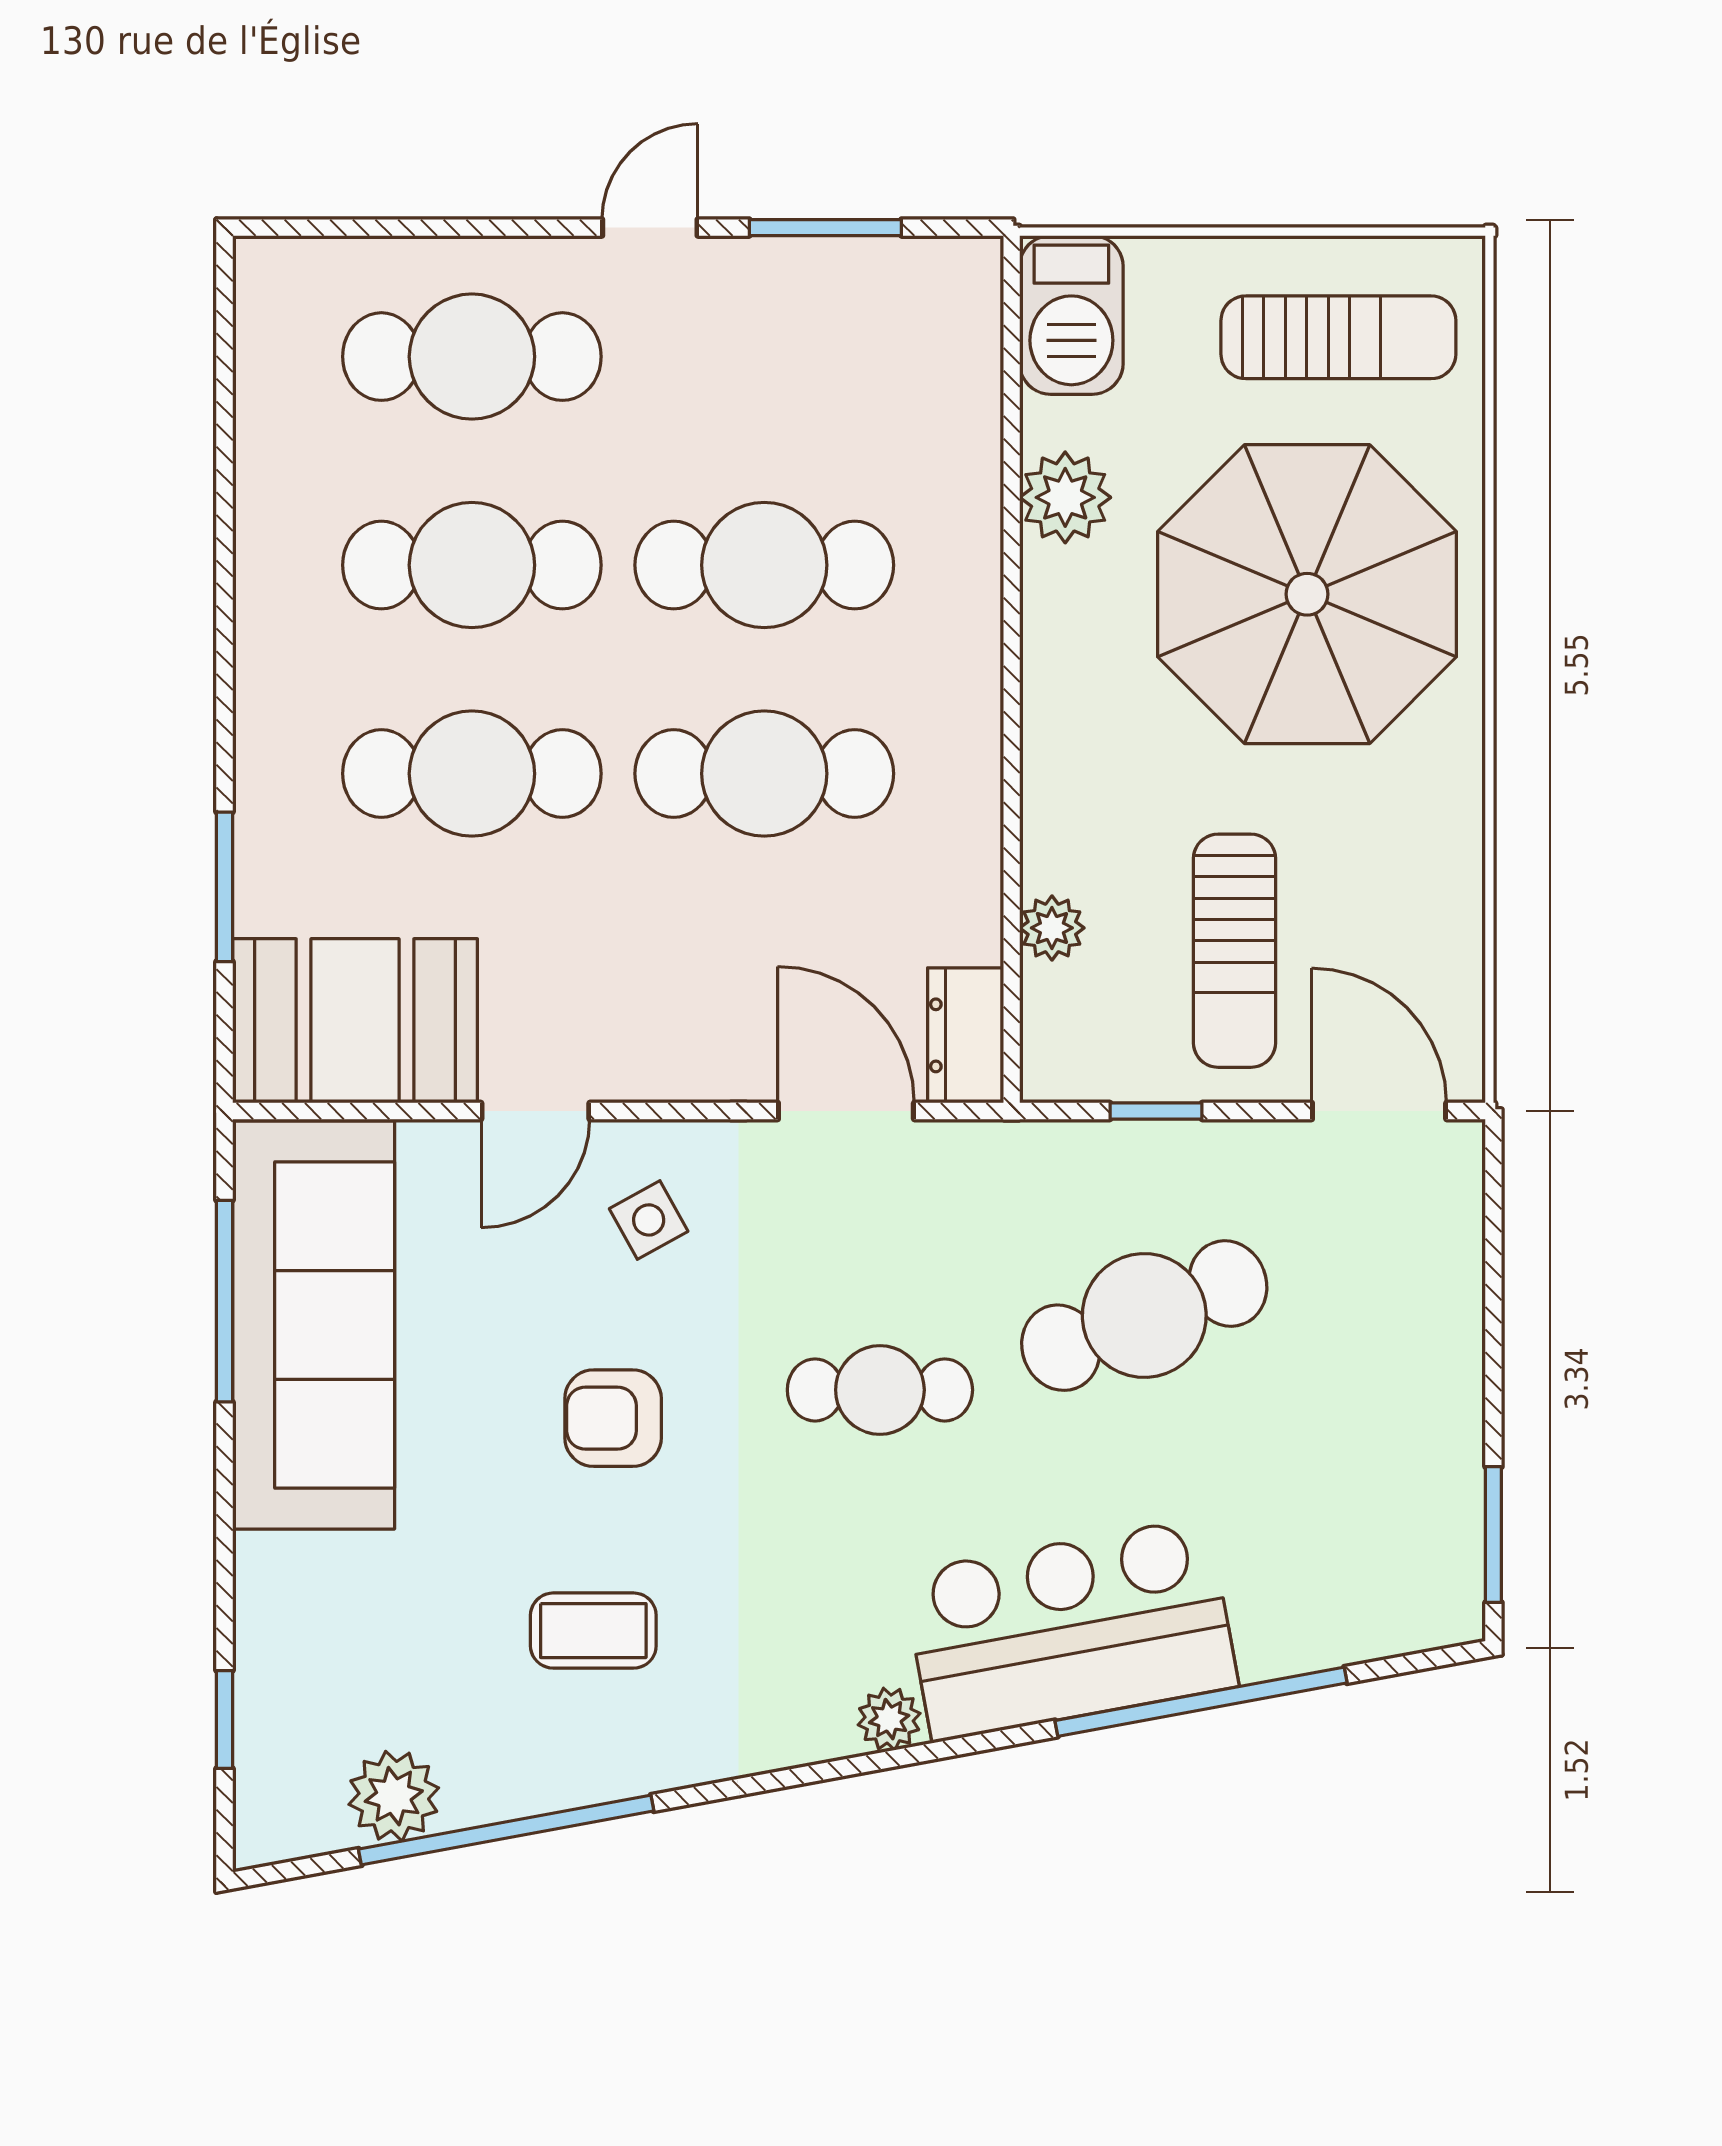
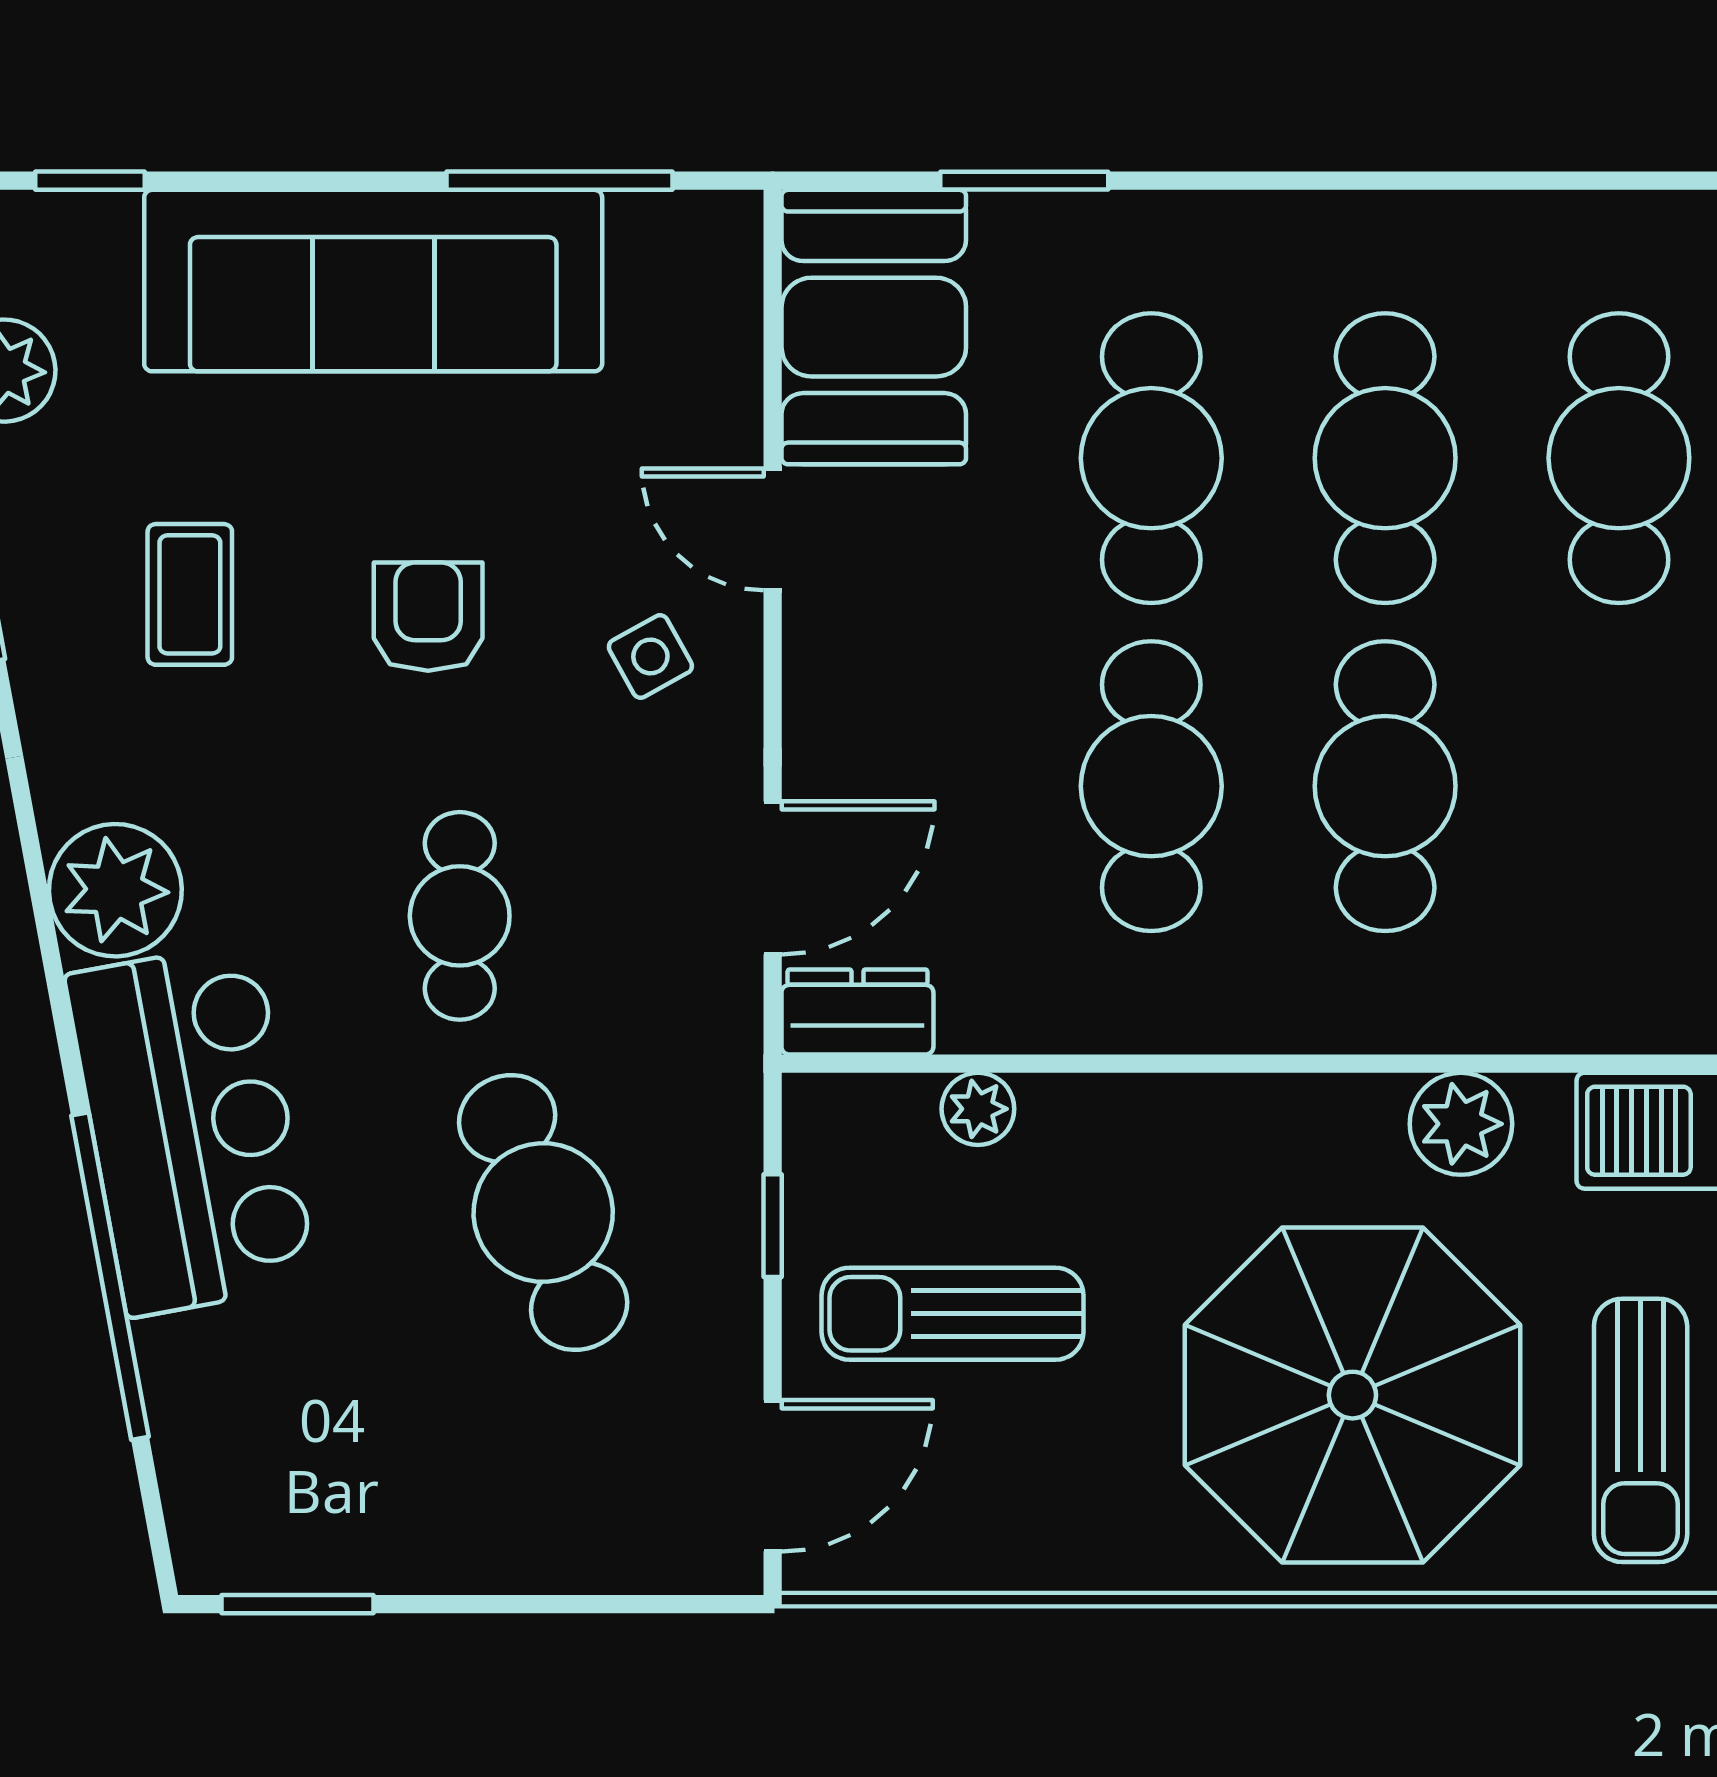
sofa: (314, 1325) -> (373, 281), moved
plant: (889, 1719) -> (115, 890), width x1.88, depth x1.88

